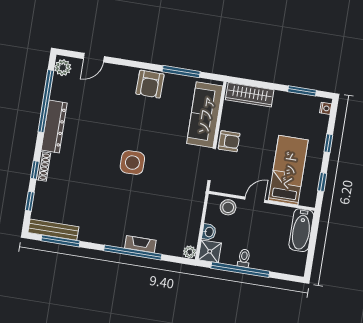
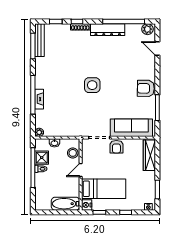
nightstand: (308, 199) -> (87, 205), added
door: (255, 200) -> (81, 170), swing flipped
shower: (210, 251) -> (42, 158), moved

